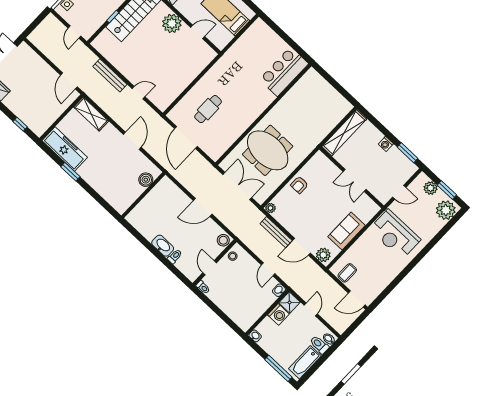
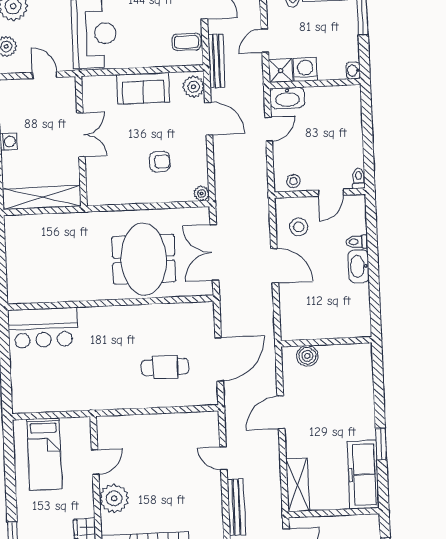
door: (198, 32) -> (95, 462), swing flipped
armchair: (299, 185) -> (160, 162), moved
bench: (276, 232) -> (216, 61), moved
stool: (223, 240) -> (299, 227), moved
washbasin: (279, 290) -> (287, 98), width x1.91, depth x1.45

